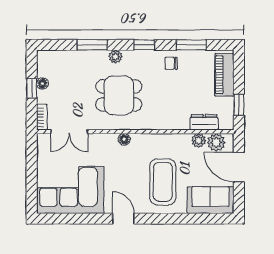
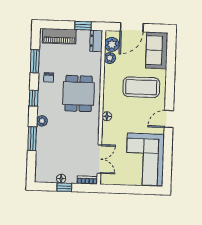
dining table: (119, 95) -> (79, 94), moved
dresser: (204, 122) -> (96, 41), moved

